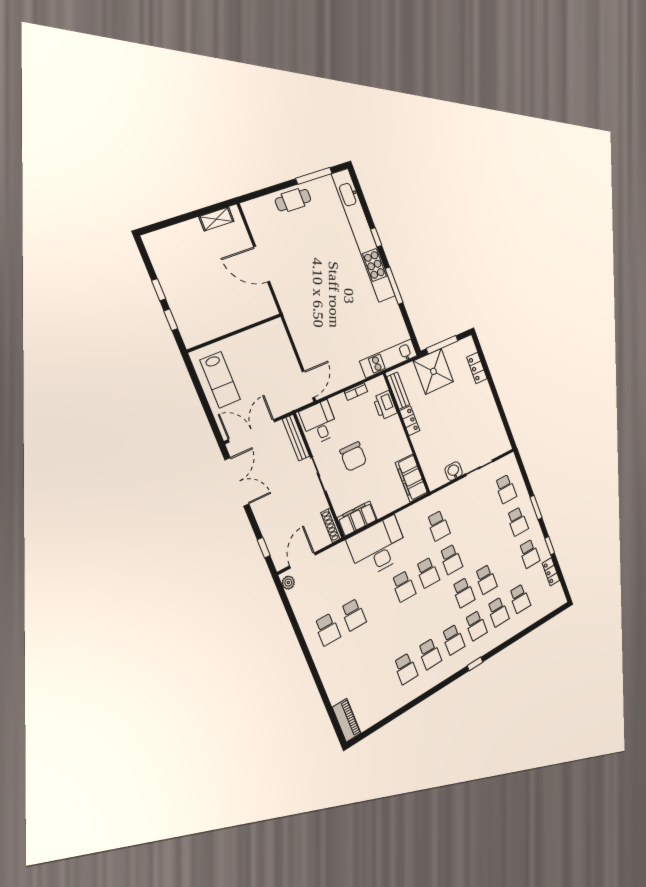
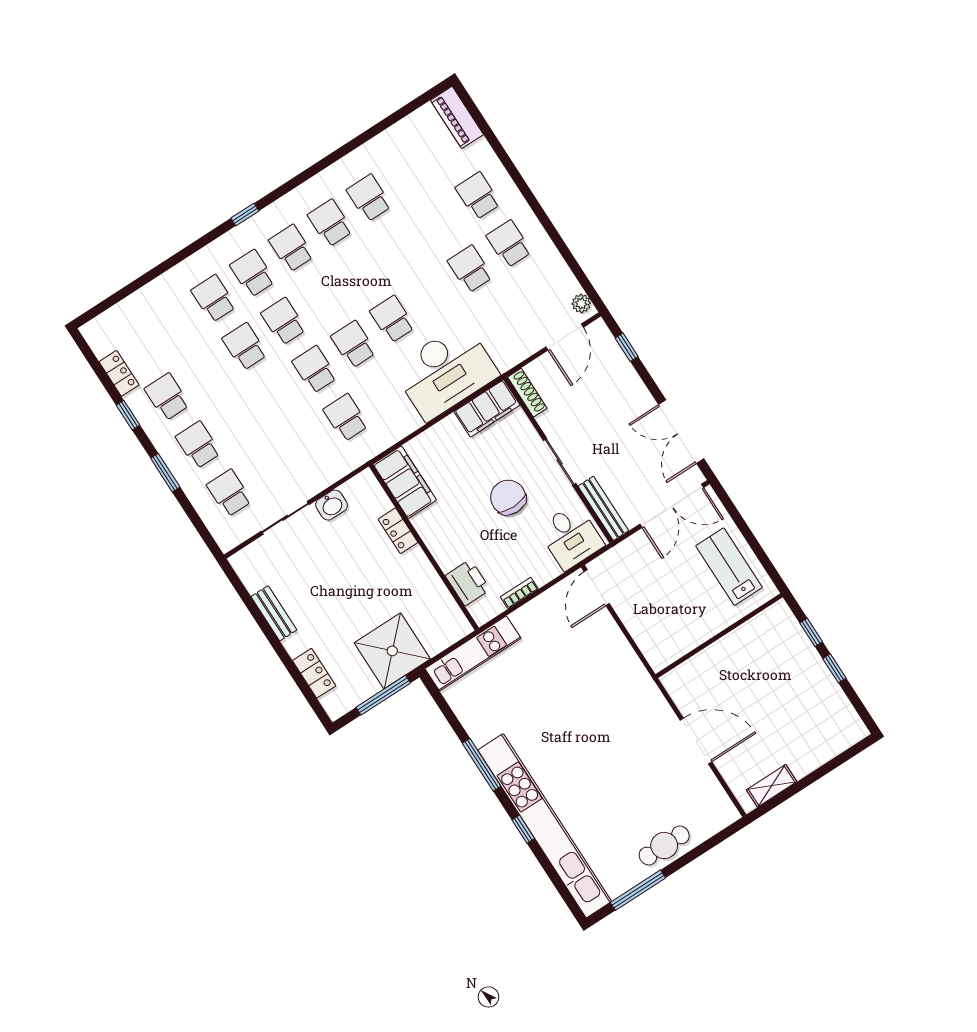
bench: (398, 391) -> (274, 613), moved
locker: (410, 421) -> (398, 531), moved
school desk: (520, 599) -> (478, 196), moved

